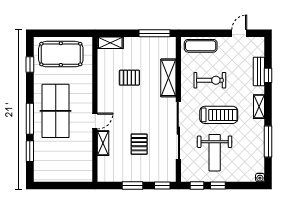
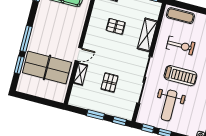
table tennis table: (56, 111) -> (47, 67), moved, turned 90

